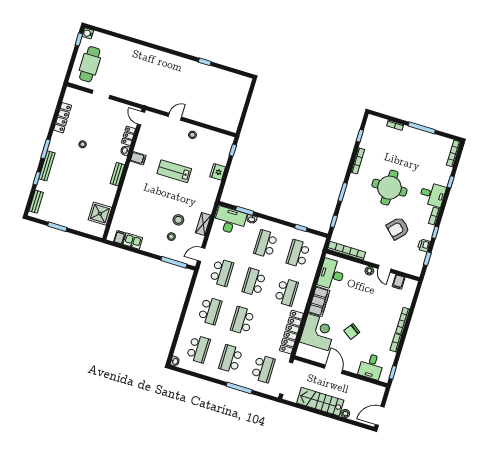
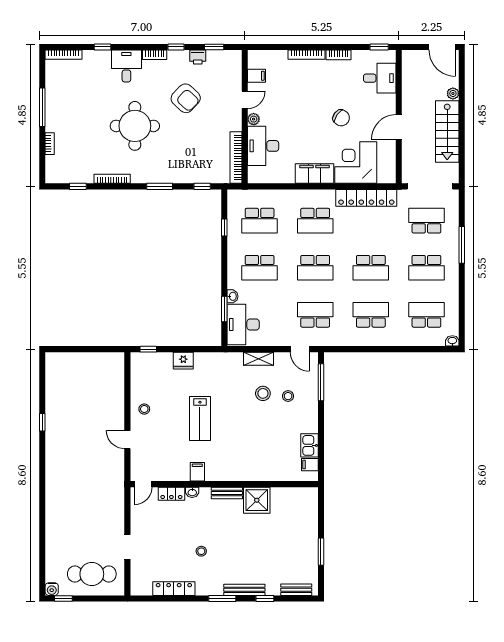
shower: (100, 214) -> (257, 500), moved
desk: (332, 274) -> (263, 146), moved, turned 90
school desk: (286, 292) -> (315, 221), turned 180

